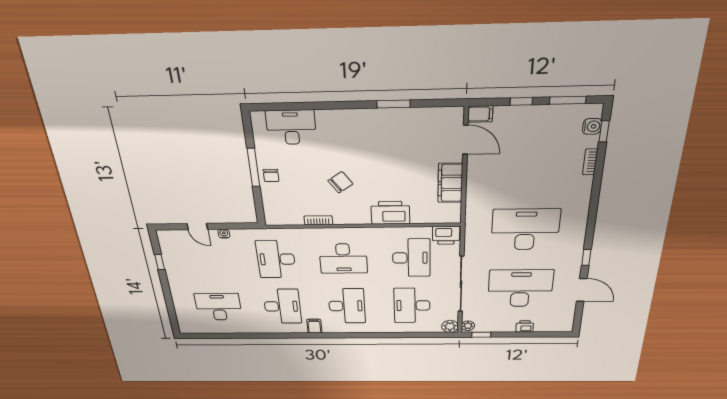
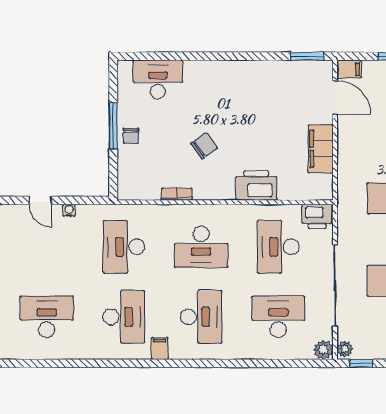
window: (393, 104) -> (307, 56), moved
desk: (411, 258) -> (278, 247), turned 180
desk: (412, 305) -> (278, 317), turned 90

